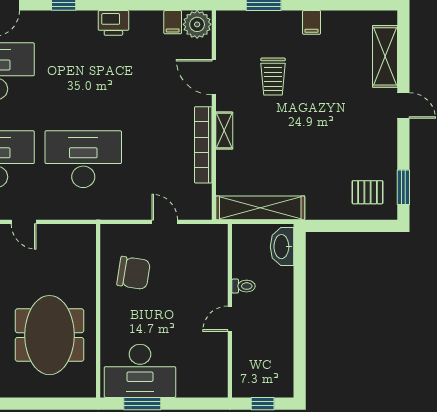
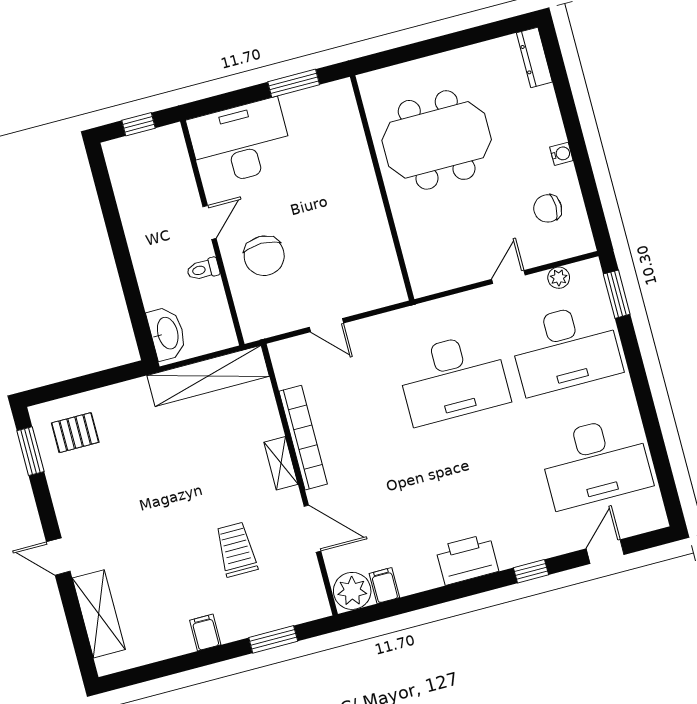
printer: (113, 23) -> (467, 559), width x1.37, depth x1.19
door: (24, 222) -> (508, 277), hinge flipped
chair: (134, 273) -> (264, 256), moved, turned -99
meeting table: (49, 335) -> (437, 140), turned 90
desk: (140, 371) -> (240, 142), moved

